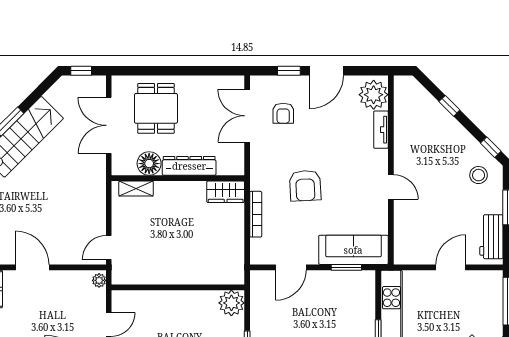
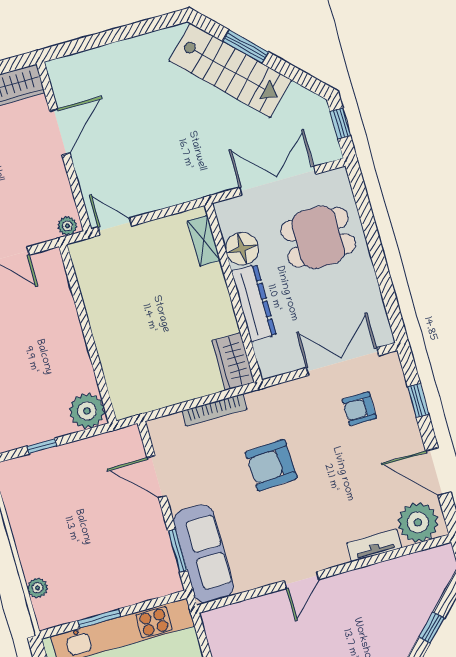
door: (327, 71) -> (438, 471), moved

